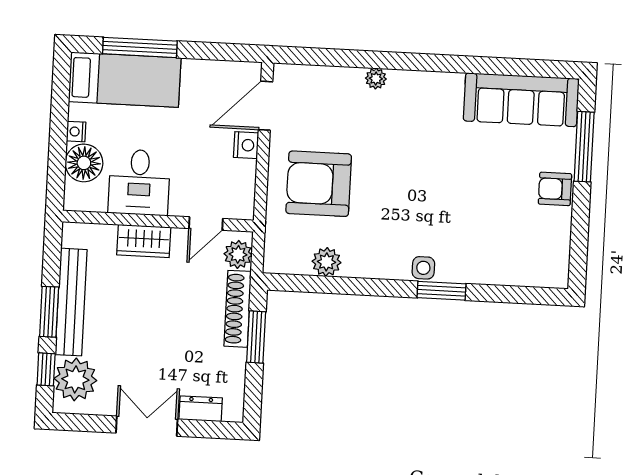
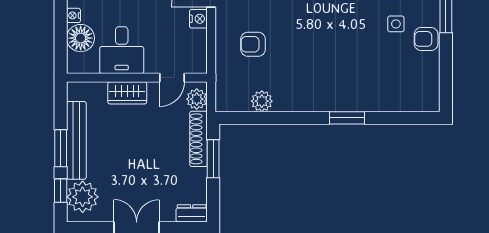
armchair: (319, 184) -> (253, 44), width x0.53, depth x0.53
side table: (423, 268) -> (396, 24), moved
dresser: (201, 409) -> (192, 213), moved

